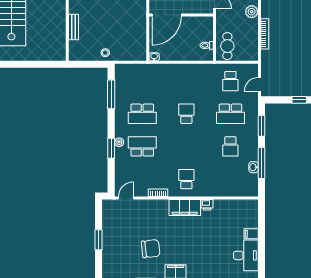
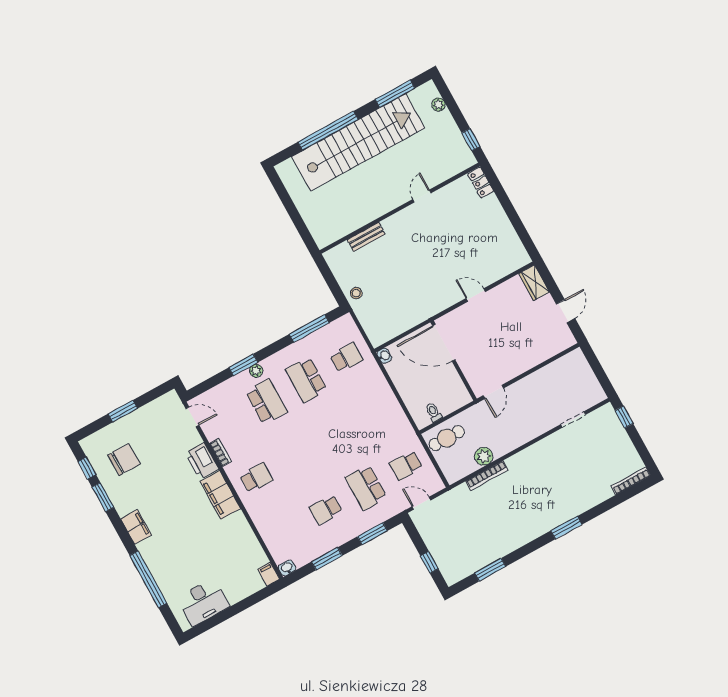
plant: (252, 12) -> (484, 456), moved
school desk: (186, 114) -> (346, 358), moved
window: (262, 163) -> (327, 559), width x0.69
washbasin: (254, 167) -> (287, 568), moved
printer: (207, 205) -> (202, 461), moved, width x1.87, depth x1.48
filing cabinet: (251, 234) -> (269, 574), moved
chair: (151, 249) -> (124, 460), moved, turned -84

